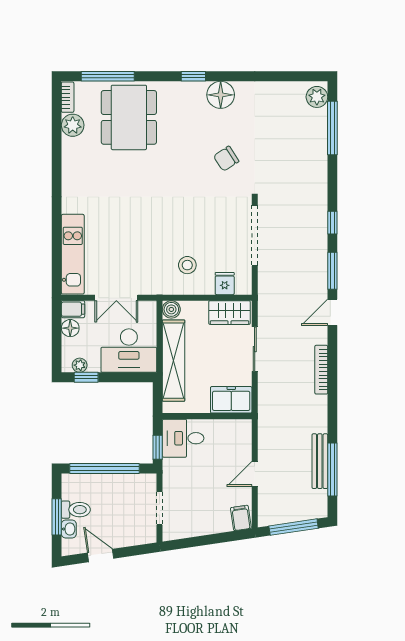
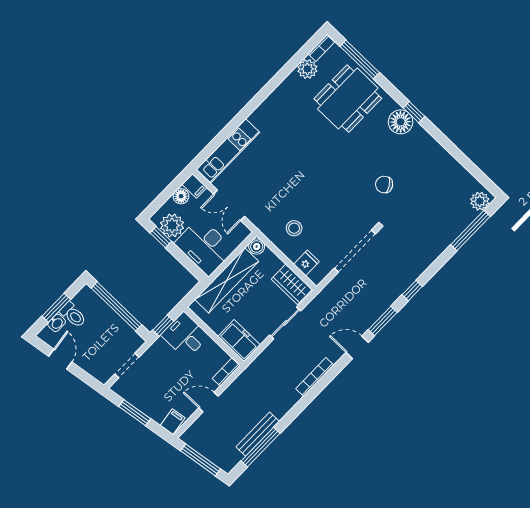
floor lamp: (221, 95) -> (401, 122), moved
plant: (80, 365) -> (172, 225), width x1.88, depth x1.88
bookcase: (245, 435) -> (226, 372), added
window: (203, 540) -> (135, 413), added

